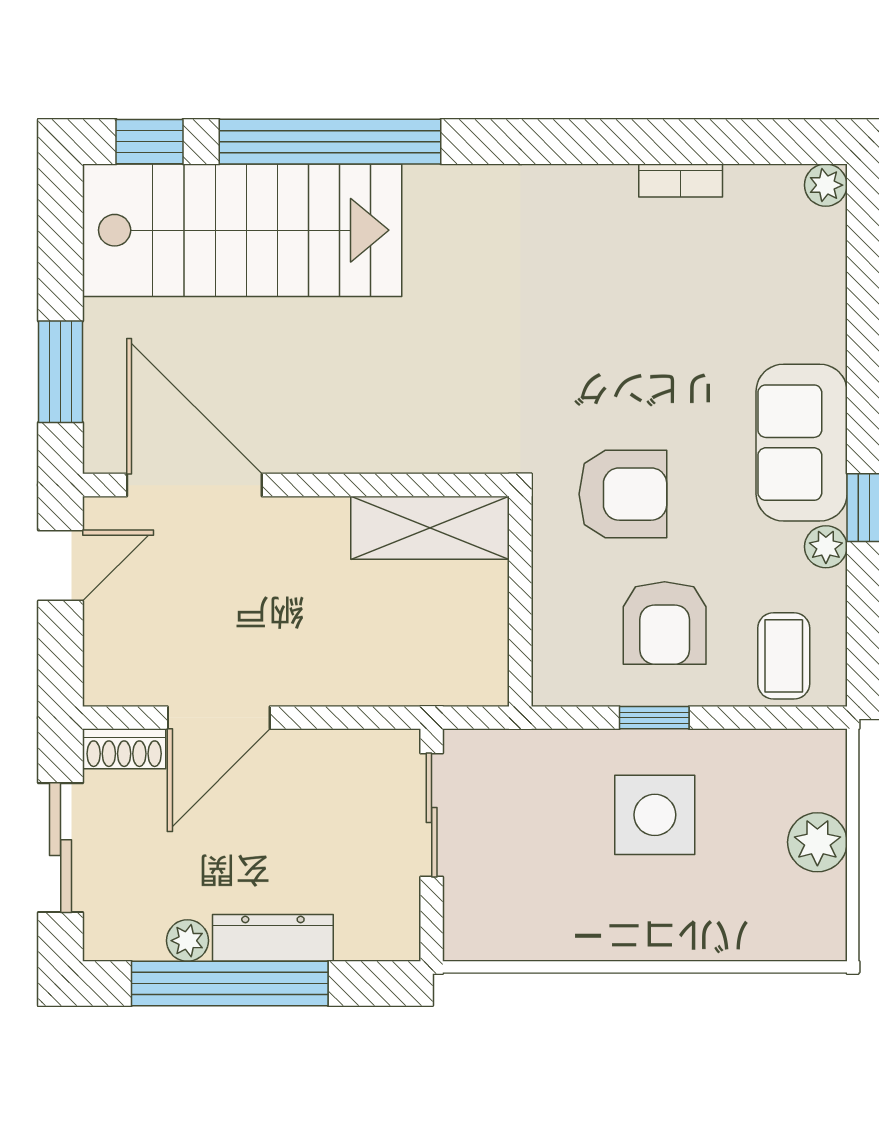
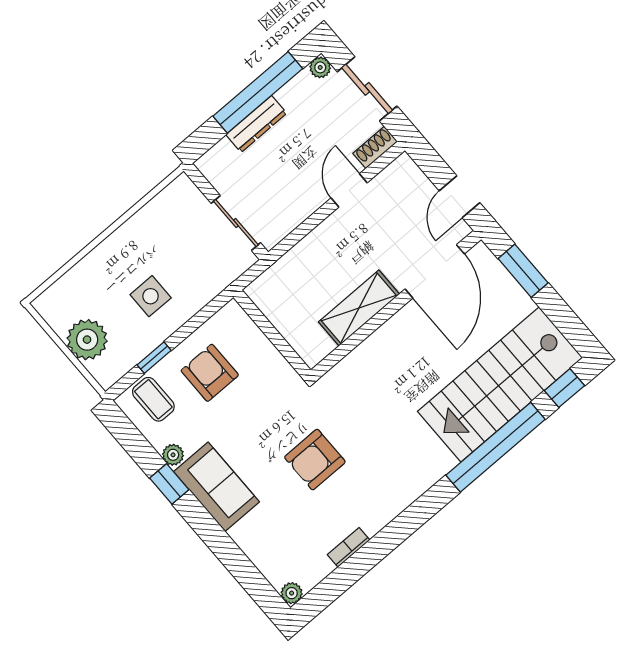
door: (194, 485) -> (435, 271), hinge flipped
armchair: (623, 494) -> (315, 460), moved
shelving: (430, 528) -> (359, 308), moved
door: (219, 718) -> (349, 190), width x0.73
window: (654, 718) -> (154, 358), moved
side table: (655, 815) -> (151, 296), width x0.73, depth x0.73
plant: (817, 842) -> (87, 340), width x1.36, depth x1.36
plant: (187, 941) -> (320, 67), moved

